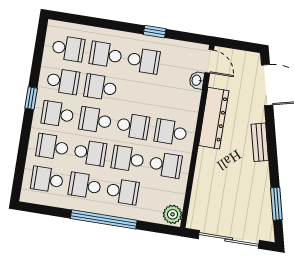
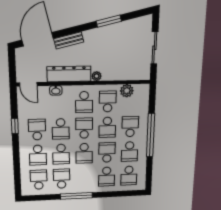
door: (209, 61) -> (28, 84), swing flipped
washbasin: (197, 80) -> (56, 90), moved
window: (31, 98) -> (76, 196), width x2.17
school desk: (58, 114) -> (61, 129), moved
bench: (260, 142) -> (69, 40), moved
plant: (204, 155) -> (97, 76), added
window: (276, 204) -> (109, 21), moved
plant: (173, 214) -> (127, 91), moved
sliding door: (229, 239) -> (154, 48), width x0.73

